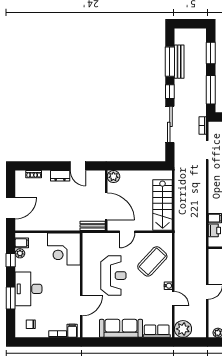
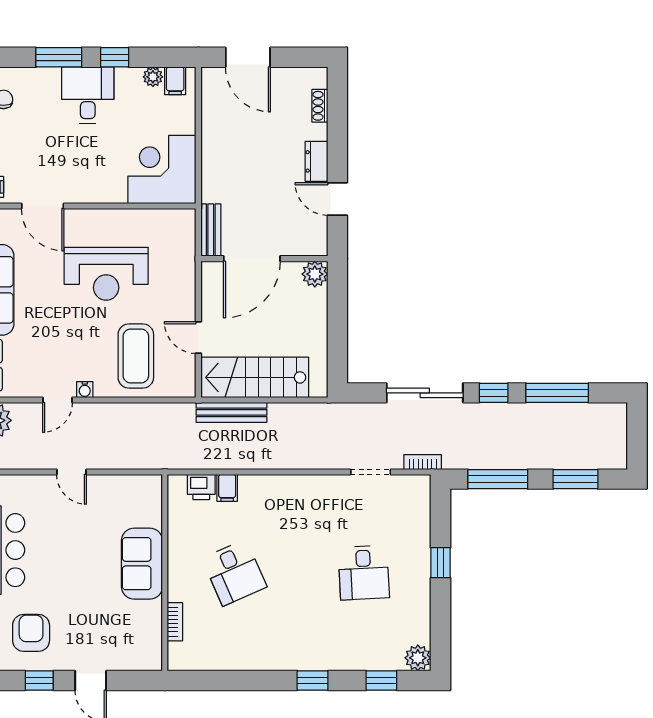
bench: (179, 62) -> (232, 412), moved
door: (78, 166) -> (337, 199), hinge flipped
door: (127, 232) -> (198, 338), moved
window: (11, 260) -> (115, 57), moved
coffee table: (152, 261) -> (136, 356), turned 47
desk: (29, 289) -> (88, 95), width x0.73

